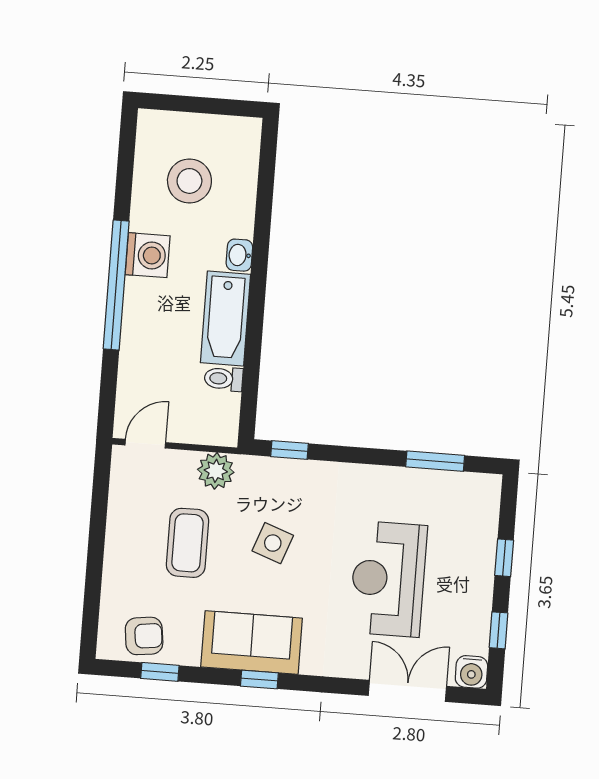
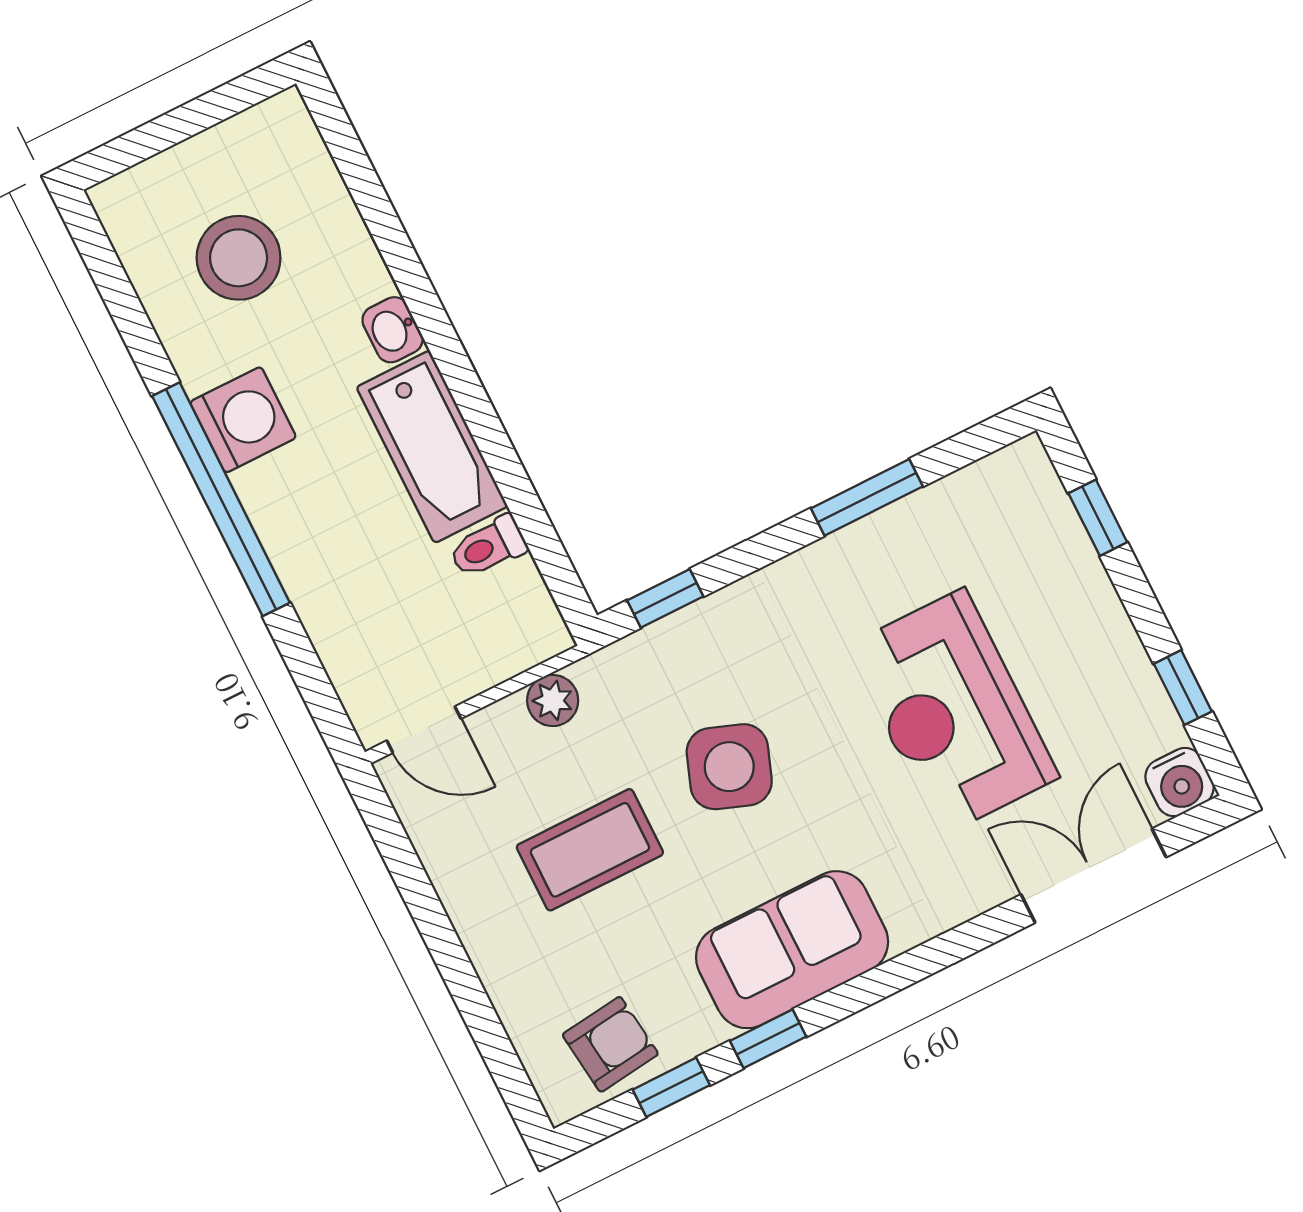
door: (145, 444) -> (424, 730), swing flipped
window: (435, 461) -> (867, 497), moved
plant: (216, 471) -> (553, 700), width x0.73, depth x0.73
coffee table: (187, 543) -> (590, 850), turned 90
side table: (273, 543) -> (729, 767), width x1.37, depth x1.37
window: (504, 558) -> (1098, 518), moved
window: (259, 679) -> (768, 1039), moved

